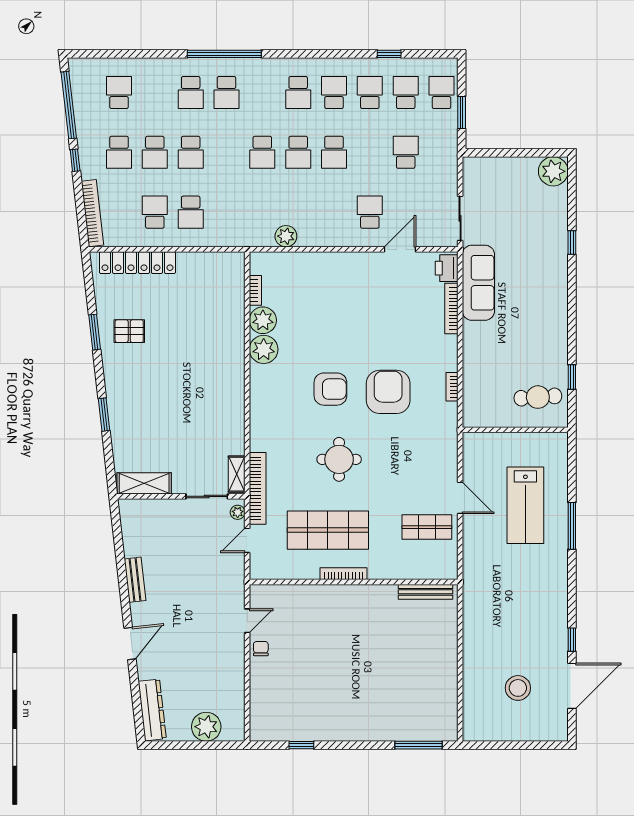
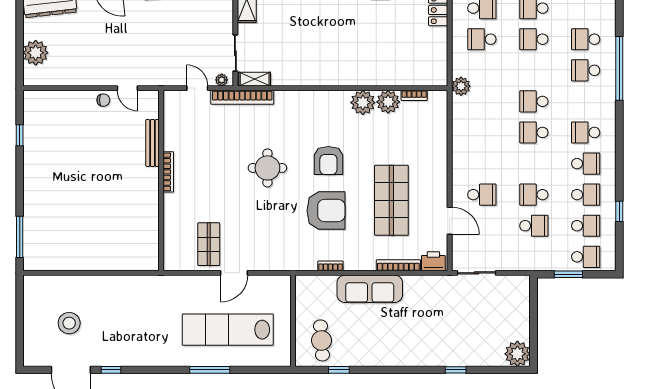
school desk: (334, 152) -> (534, 195), moved
plant: (286, 236) -> (461, 86), moved
sofa: (478, 283) -> (370, 289), moved
lab bench: (525, 505) -> (228, 330), width x1.36
shop shelf: (328, 530) -> (391, 200), moved
bench: (426, 592) -> (153, 143), moved

